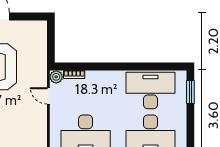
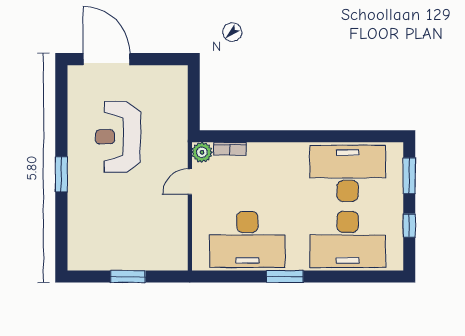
door: (48, 96) -> (190, 182), hinge flipped
window: (190, 124) -> (409, 225), added

